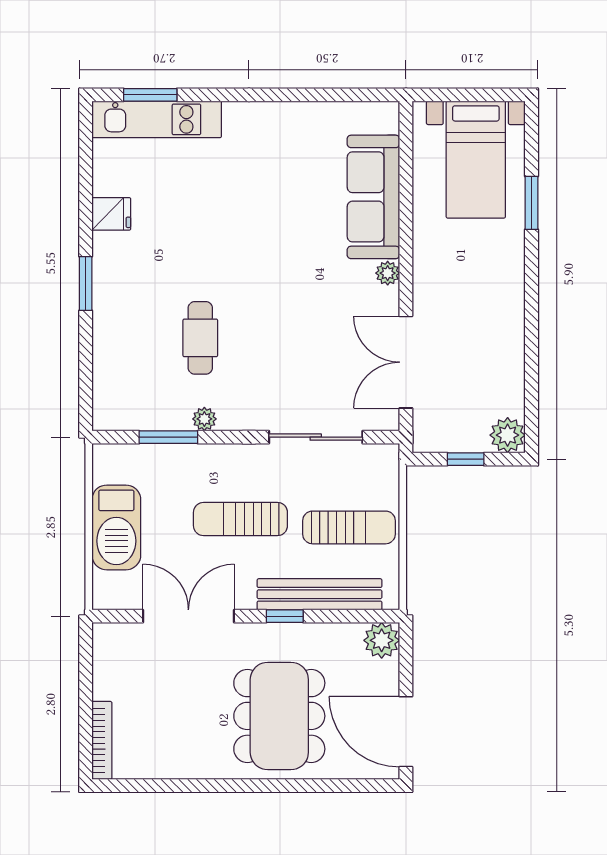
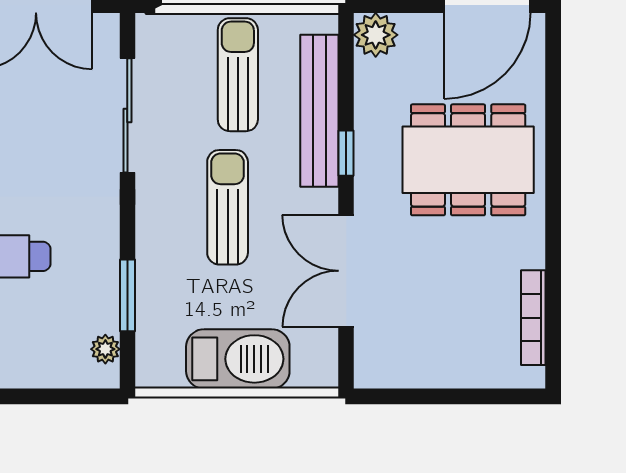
plant: (204, 419) -> (105, 349), moved
sun lounger: (240, 519) -> (228, 207), turned 180
bookcase: (102, 740) -> (533, 318), moved, turned -90

